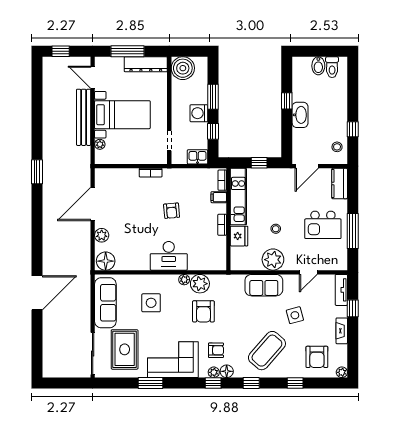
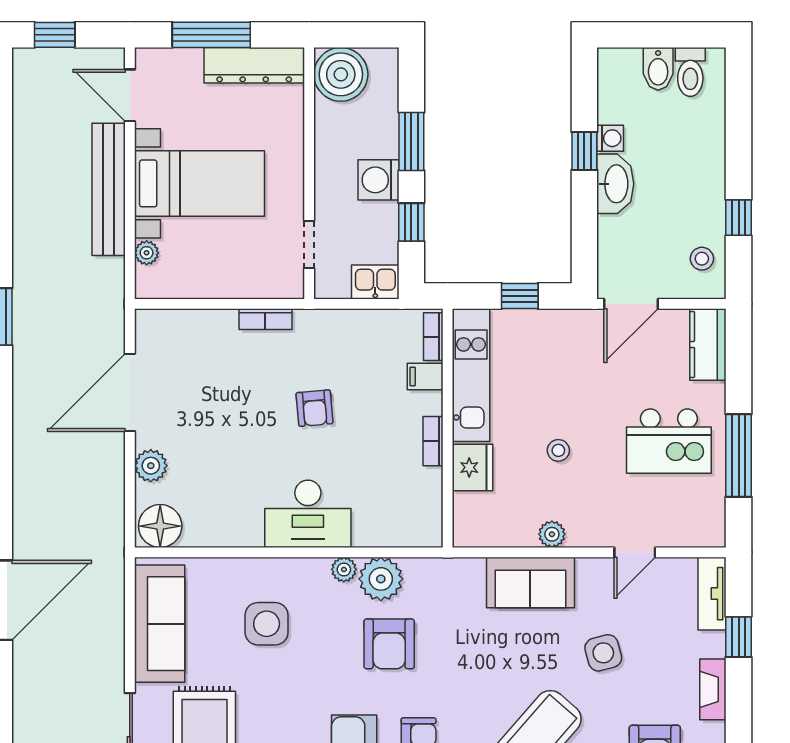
washing machine: (298, 95) -> (610, 138), added
plant: (273, 260) -> (552, 534), width x0.53, depth x0.53

